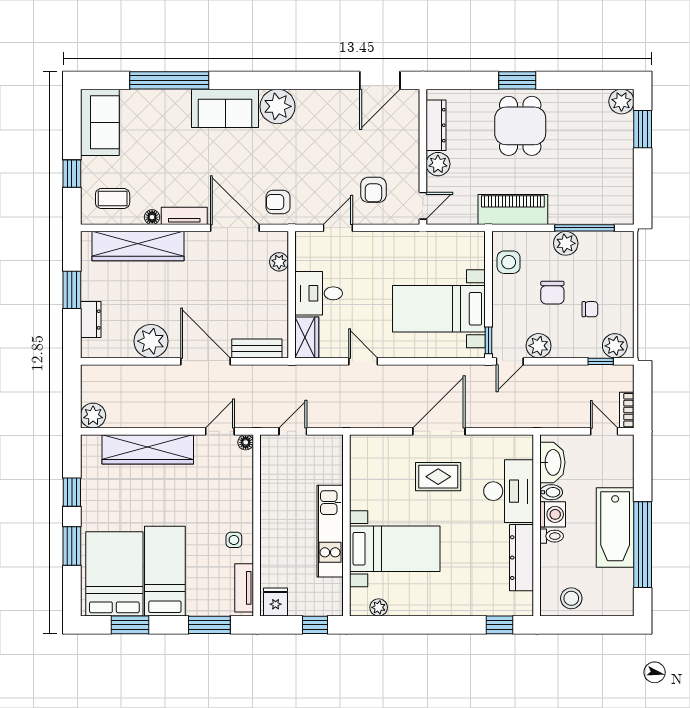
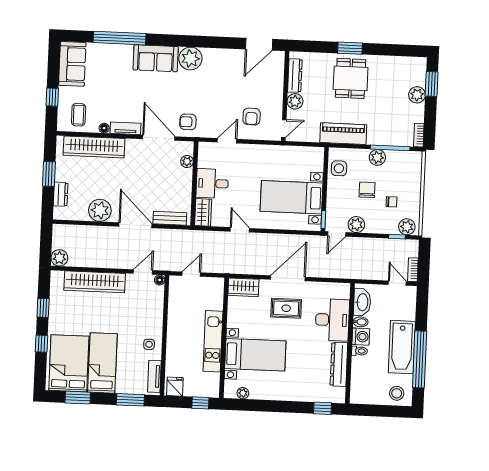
plant: (621, 102) -> (417, 95), moved
coffee table: (113, 199) -> (79, 115), turned 90
bookcase: (627, 207) -> (419, 135), added
chair: (552, 293) -> (367, 190), turned 180
wardrobe: (372, 448) -> (243, 287), added
window: (72, 546) -> (42, 344), width x0.67
stool: (571, 598) -> (397, 393), moved

